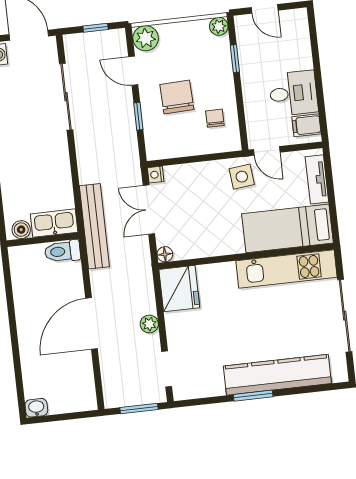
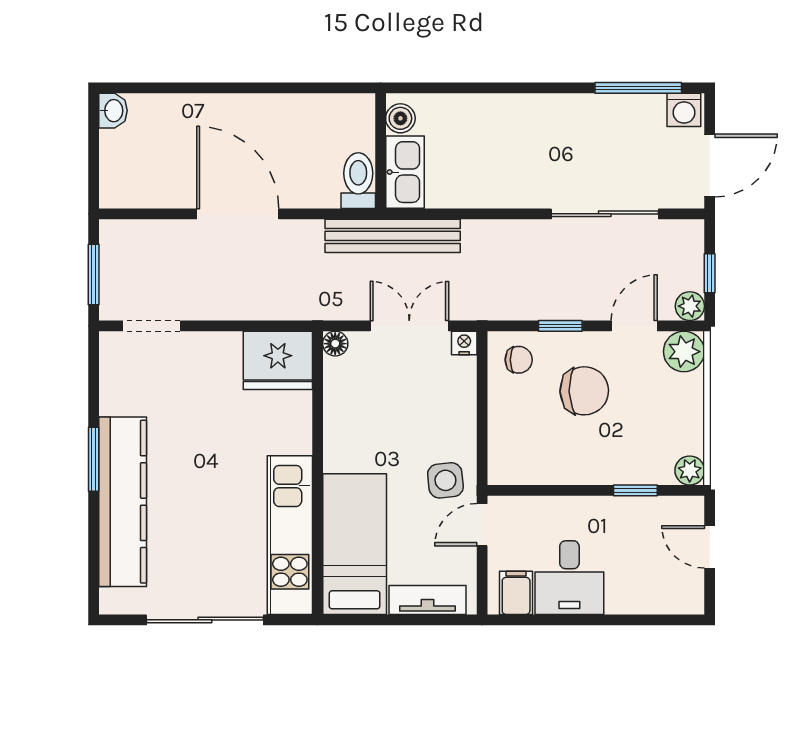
door: (265, 9) -> (710, 547), hinge flipped
chair: (215, 118) -> (519, 360), moved
plant: (149, 324) -> (690, 306), moved

